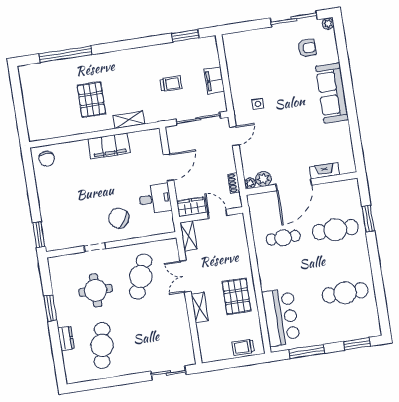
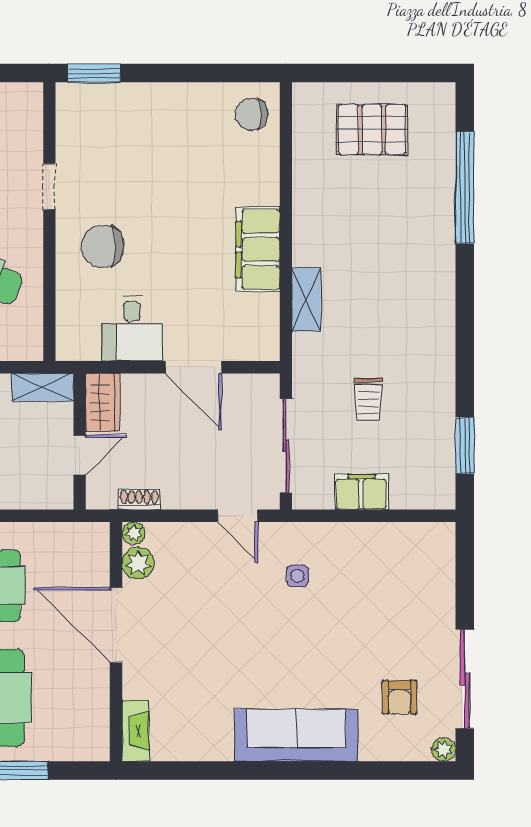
pallet: (91, 100) -> (372, 129), moved
fireplace: (325, 171) -> (135, 731), moved
chair: (119, 218) -> (103, 246), turned -124

